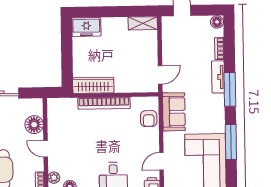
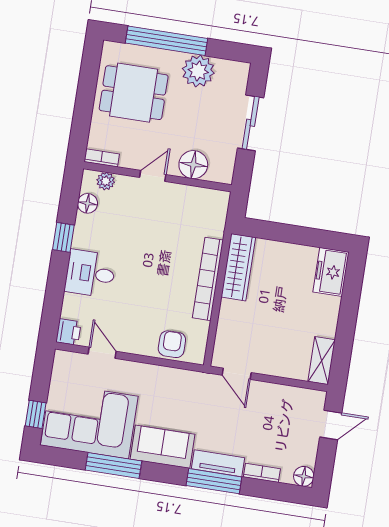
window: (230, 89) -> (214, 481), moved
sofa: (174, 112) -> (163, 447), moved, turned 180
armchair: (149, 119) -> (172, 344), turned 90

